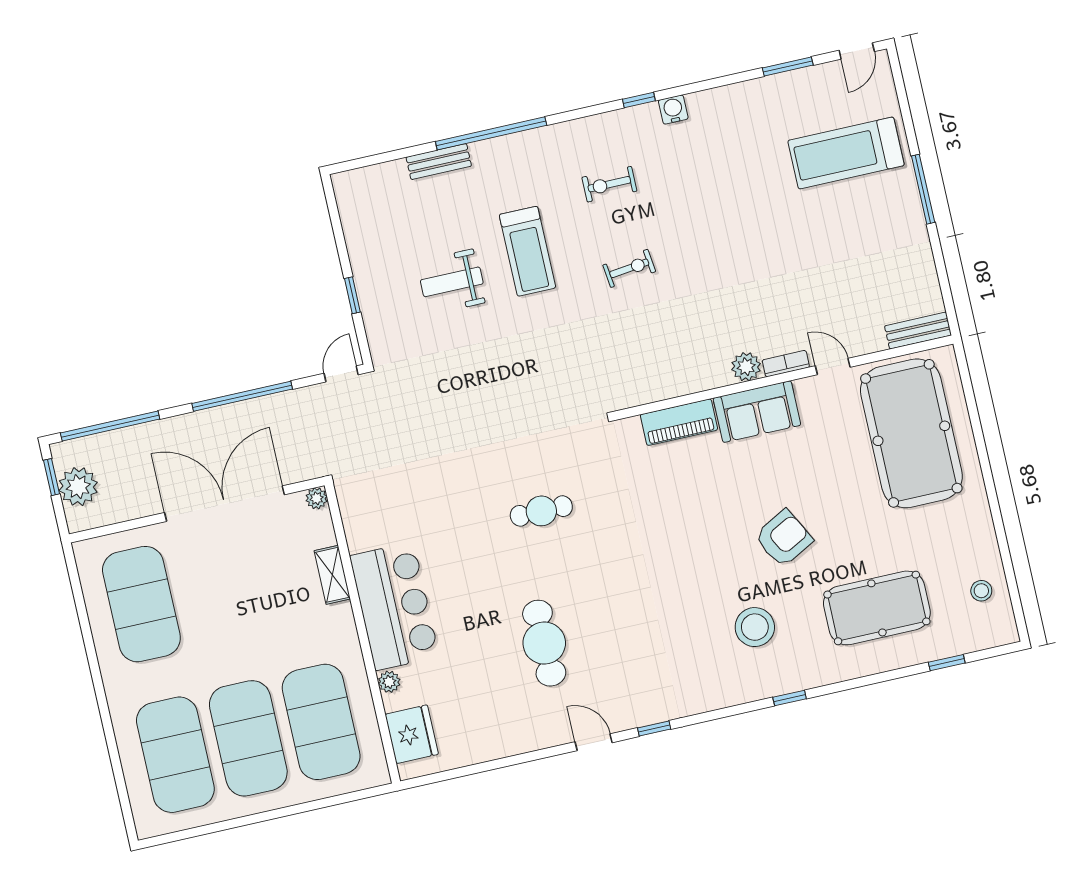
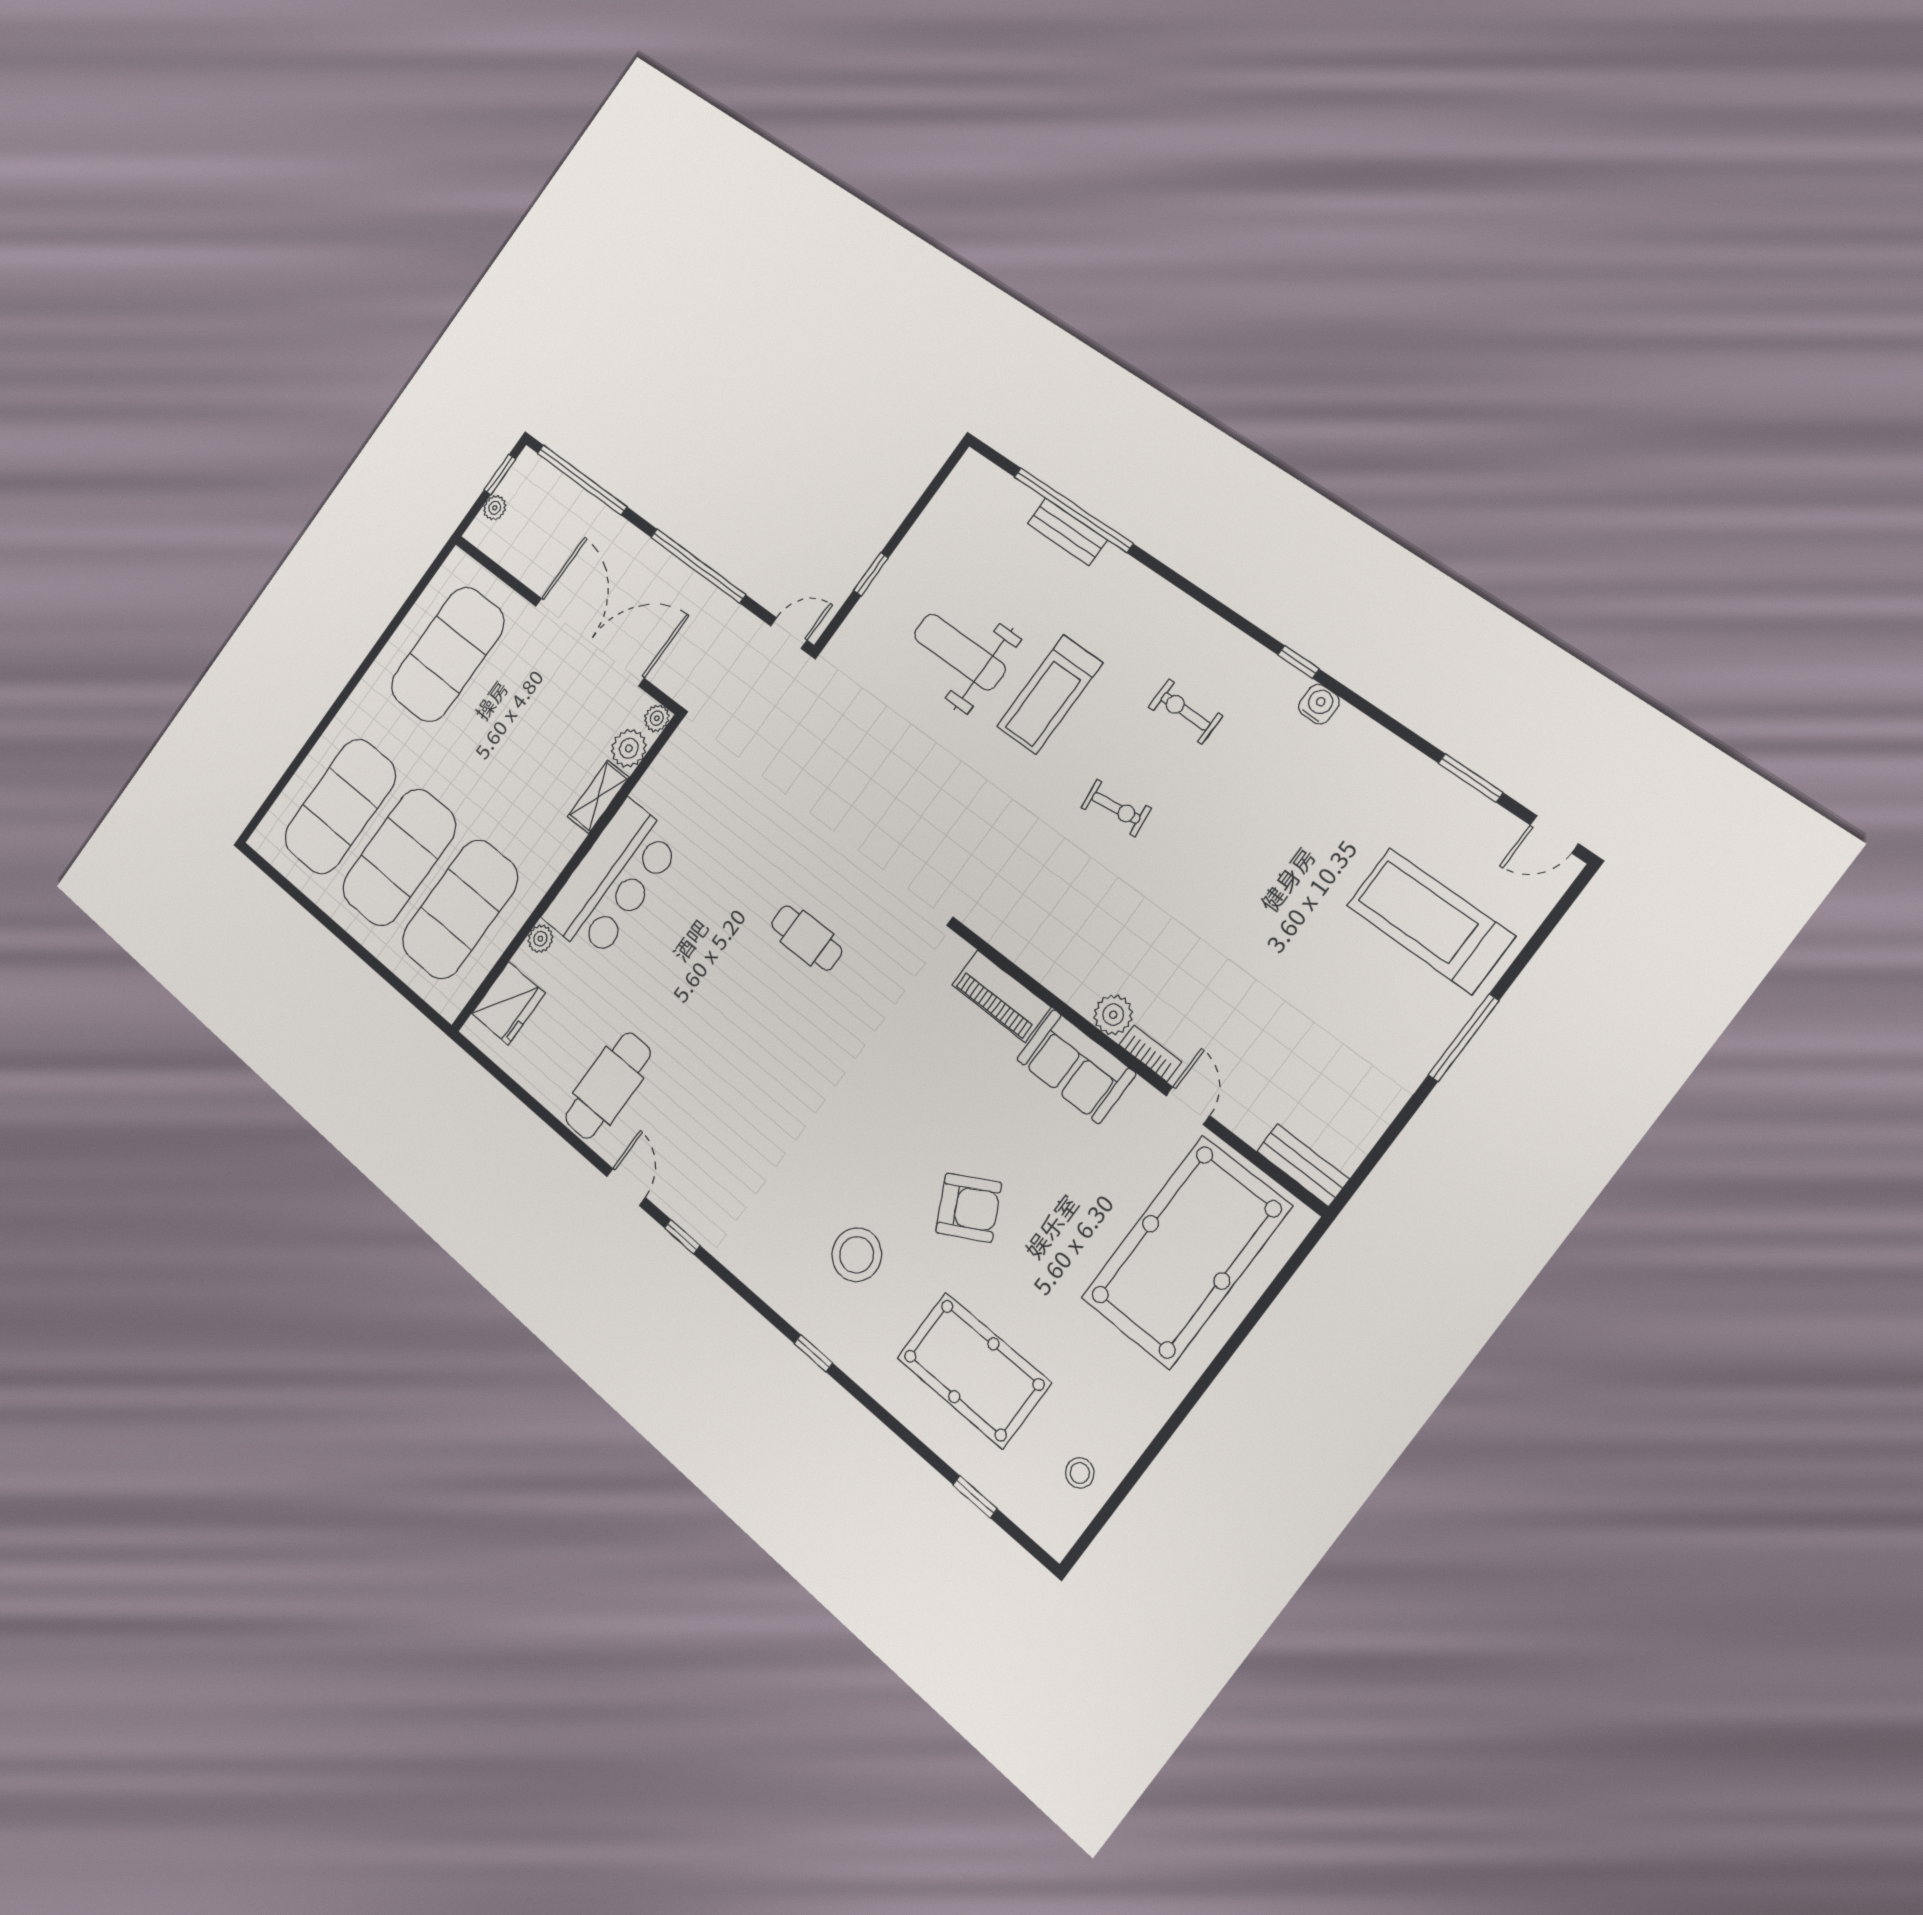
window: (491, 133) -> (1073, 510), moved
weight bench: (452, 282) -> (960, 652), width x1.36, depth x1.33
plant: (78, 487) -> (495, 508), width x0.53, depth x0.53
plant: (319, 531) -> (629, 748), added
cafe table: (544, 643) -> (608, 1085), moved

